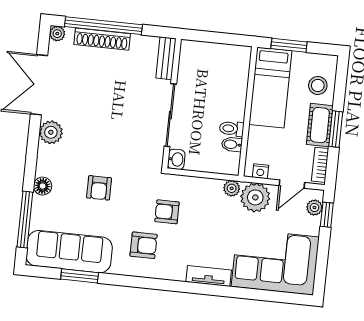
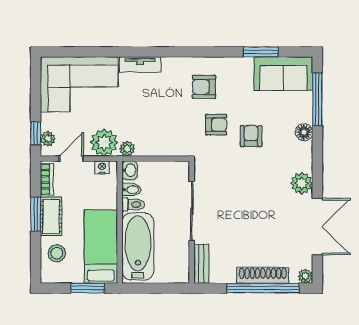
bathtub: (231, 84) -> (138, 247), added
washbasin: (176, 159) -> (130, 170), moved, turned 180
armchair: (167, 212) -> (216, 125), moved
sofa: (69, 252) -> (283, 74), width x0.73

